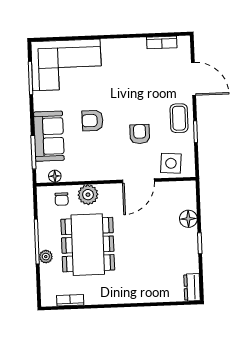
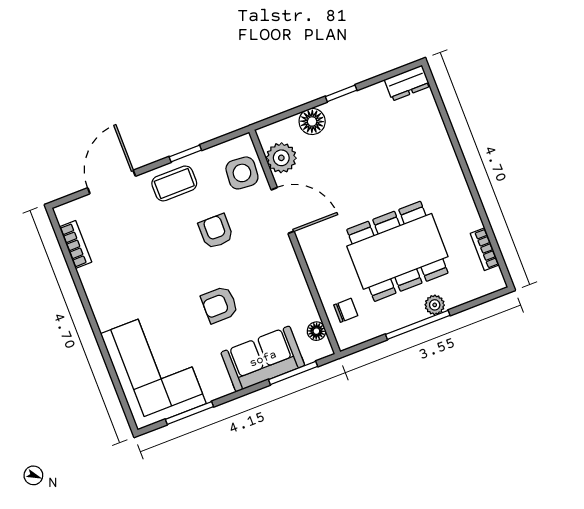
armchair: (93, 121) -> (220, 305), turned 90
armchair: (140, 134) -> (216, 231), turned 90
plant: (88, 195) -> (281, 158), moved

